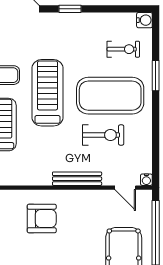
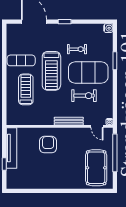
exercise bike: (123, 49) -> (77, 49), moved
treadmill: (48, 93) -> (51, 71), turned 180
armchair: (42, 218) -> (48, 145), turned -90

